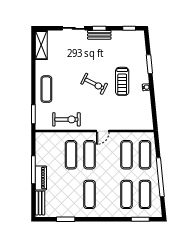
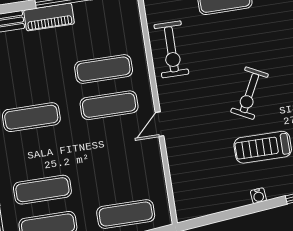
door: (103, 131) -> (160, 124), hinge flipped
exercise mat: (127, 155) -> (120, 178), removed

